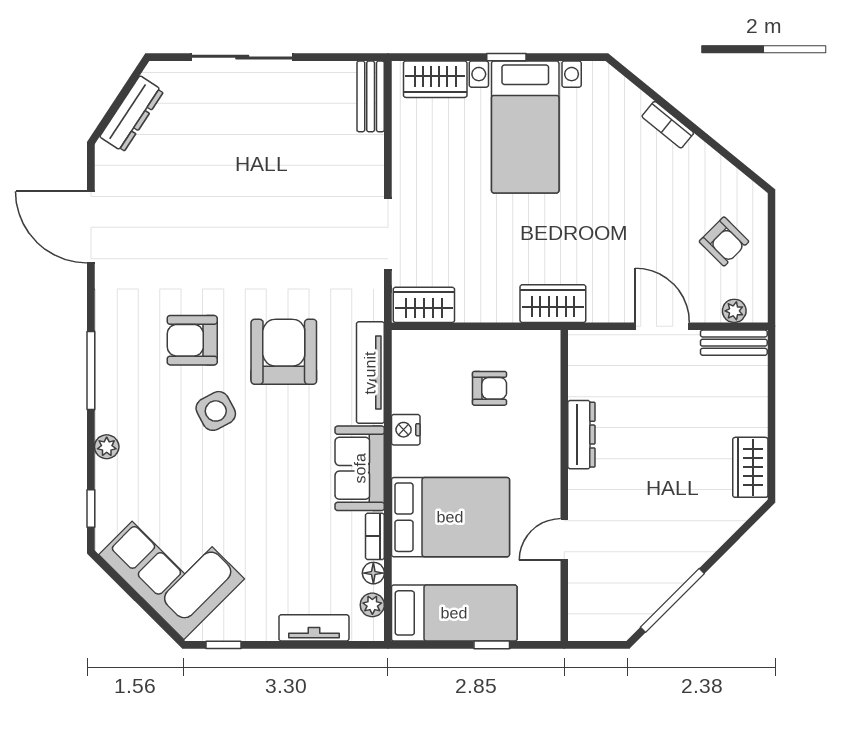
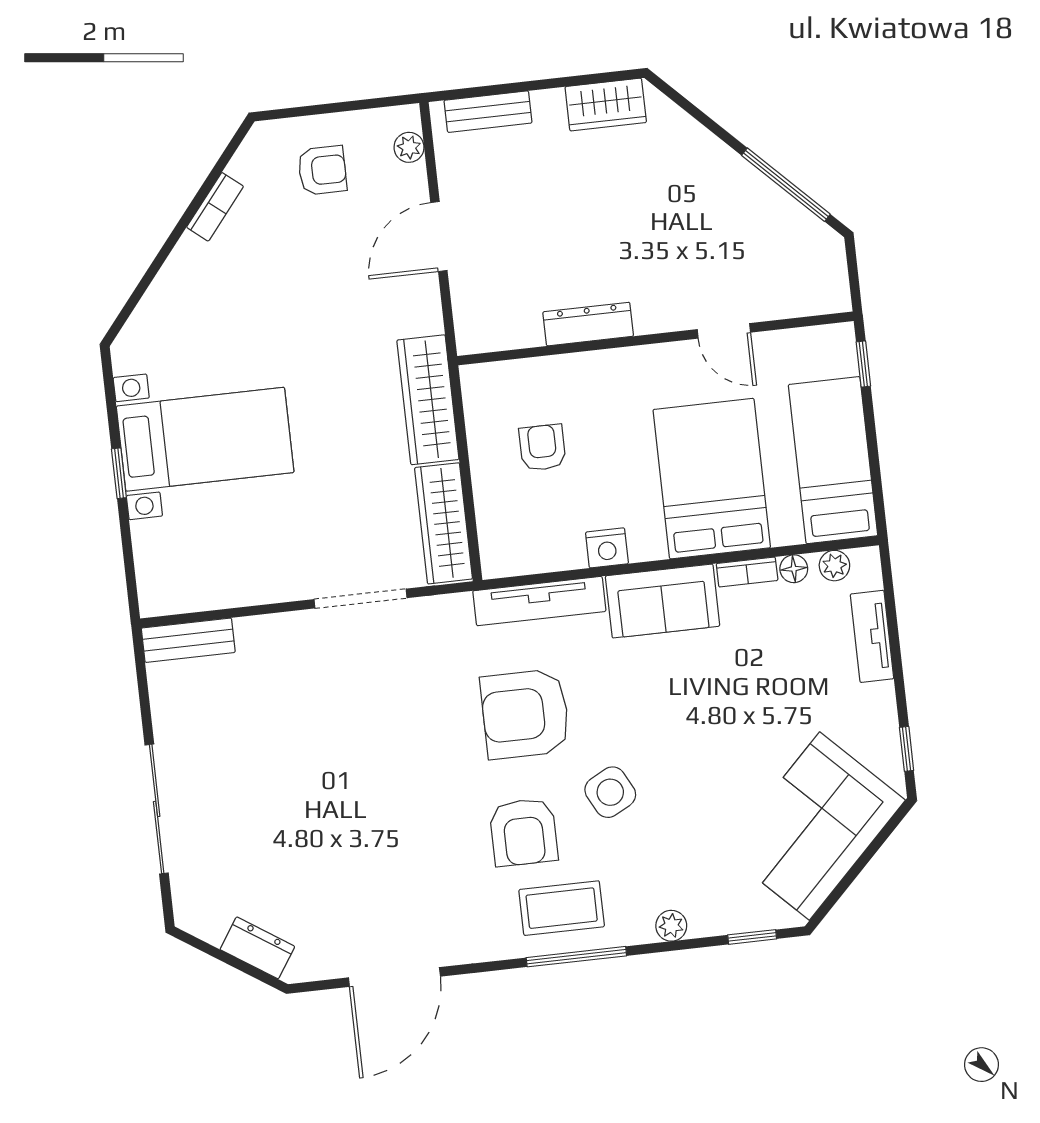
wardrobe: (435, 79) -> (157, 560), removed
dresser: (132, 114) -> (257, 948), width x0.70
bookcase: (668, 125) -> (215, 207), moved
armchair: (724, 241) -> (322, 170), turned 45
wardrobe: (553, 304) -> (428, 400), width x1.50
wardrobe: (424, 305) -> (443, 523), width x1.50
bench: (734, 343) -> (488, 112), moved, turned 90
coffee table: (130, 363) -> (562, 908), added
window: (492, 645) -> (863, 364), moved

